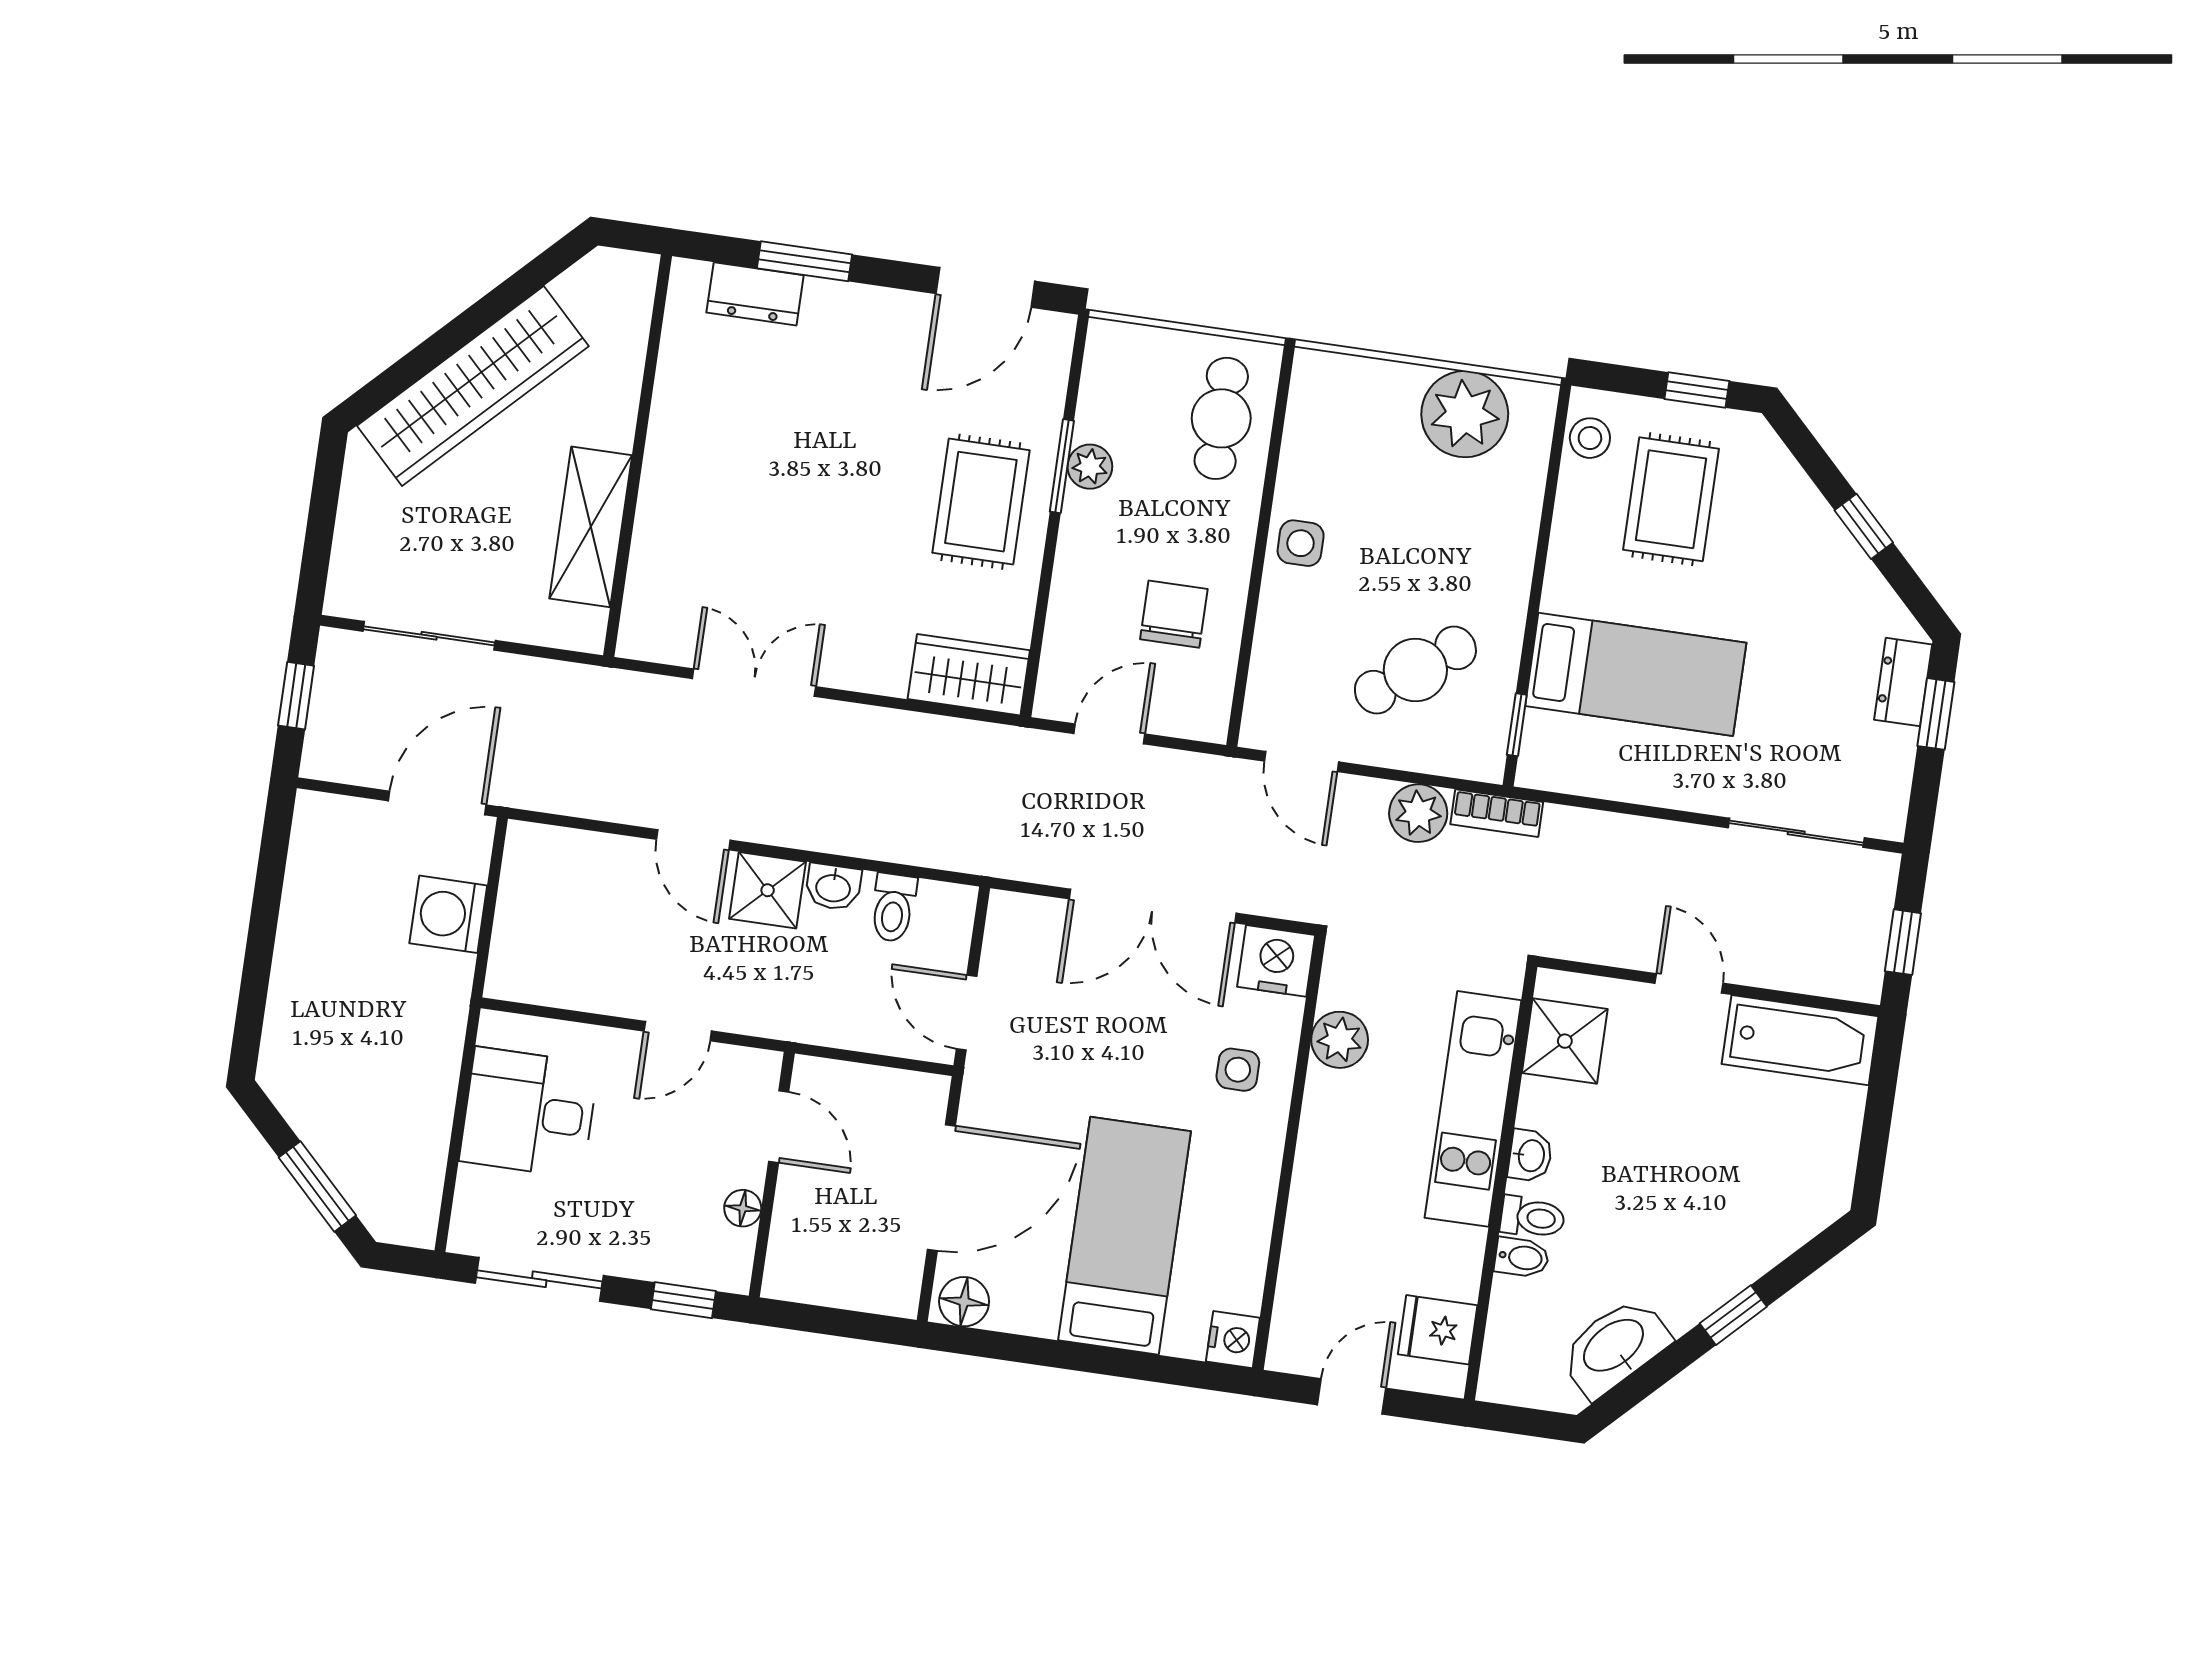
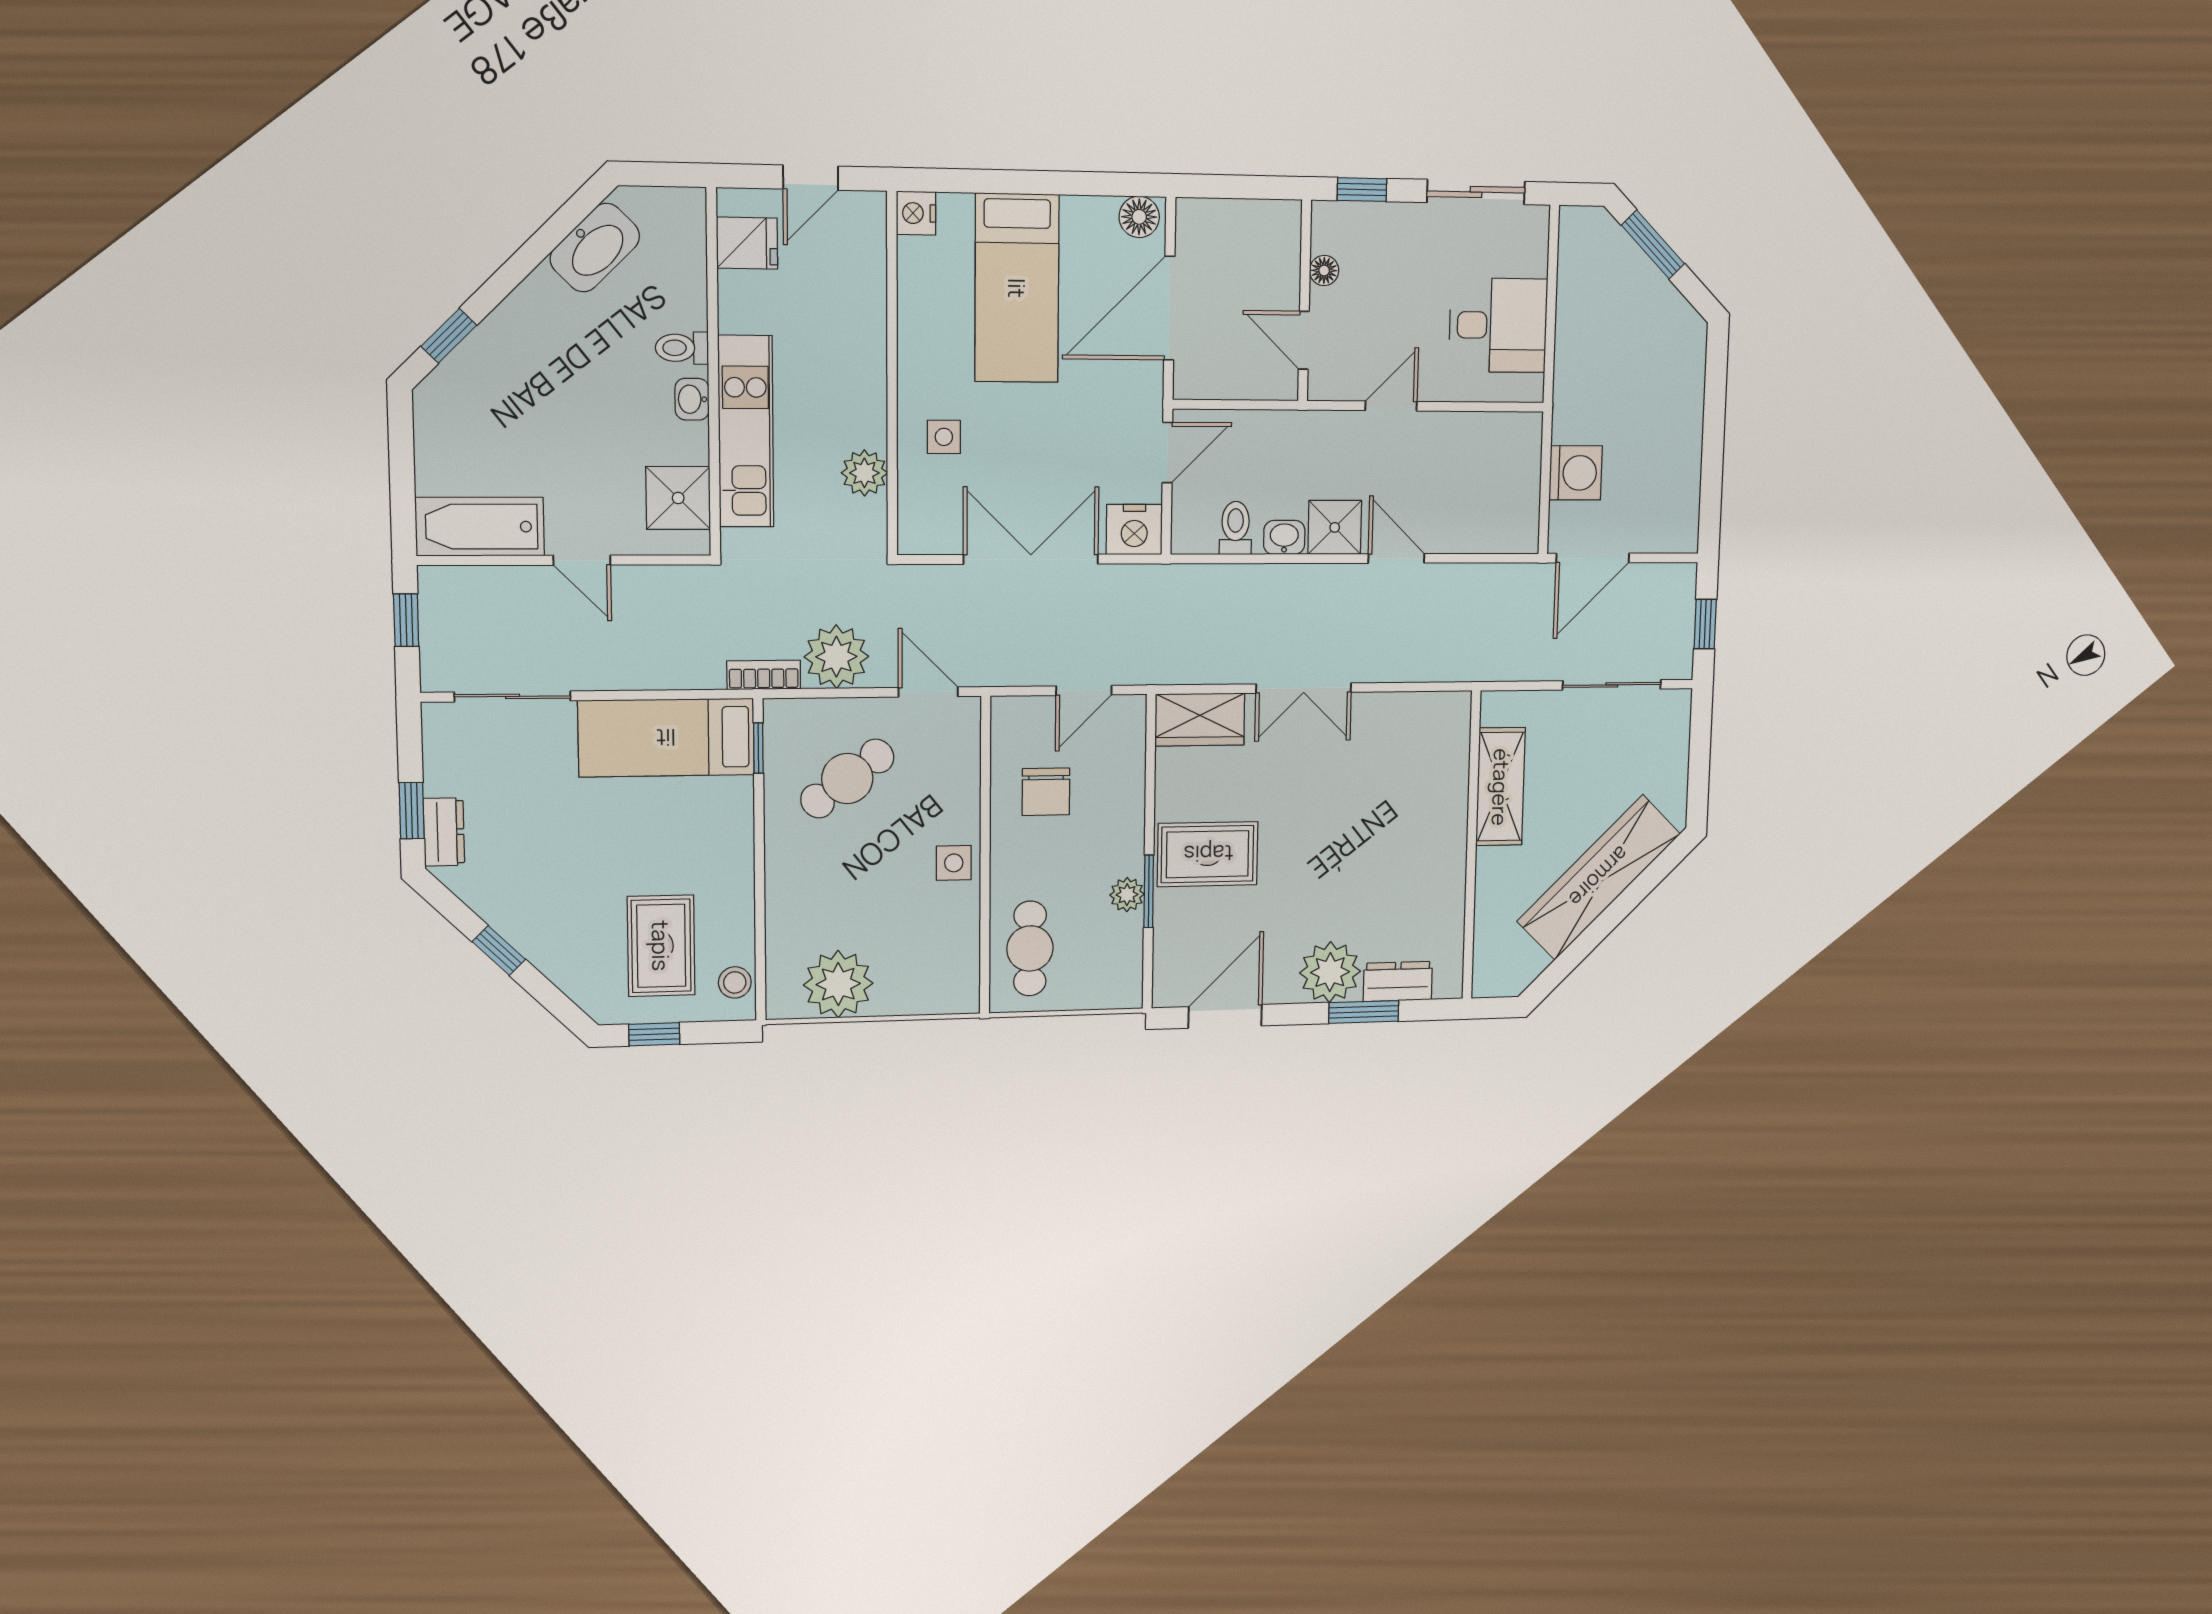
plant: (842, 322) -> (1330, 972), added
rug: (981, 502) -> (1208, 854), turned 90
bed: (1636, 674) -> (666, 738), moved
double door: (754, 683) -> (1304, 688), moved
plant: (1418, 813) -> (836, 657), width x1.36, depth x1.36
nightstand: (1276, 961) -> (1134, 530), moved
door: (967, 1013) -> (1167, 453), hinge flipped
bidet: (1522, 1257) -> (686, 313), removed
window: (1733, 1315) -> (449, 336), moved

